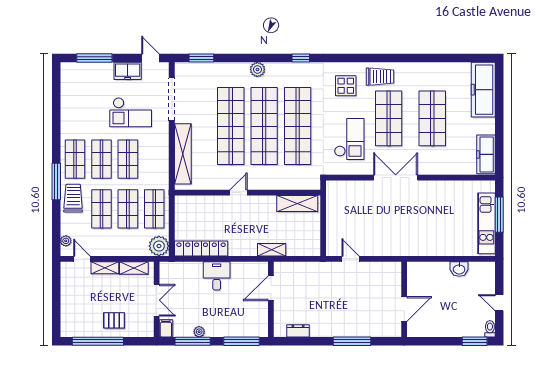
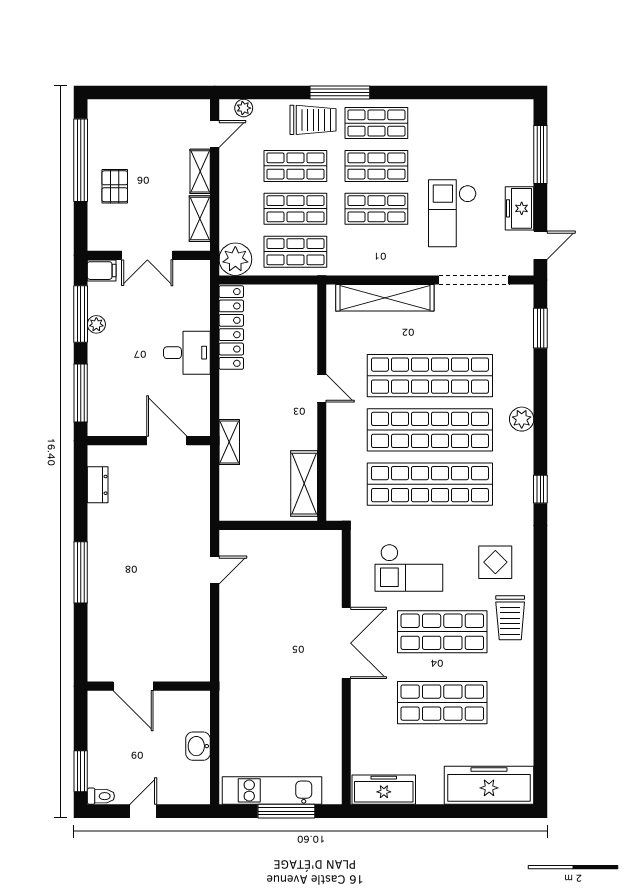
wall: (404, 299) -> (149, 686), moved
door: (404, 309) -> (133, 686), moved

